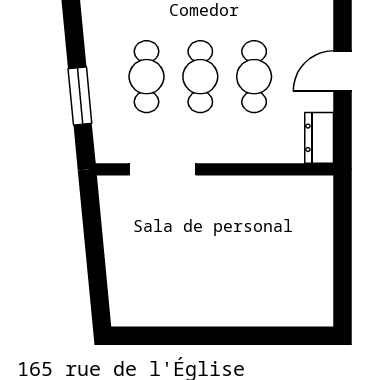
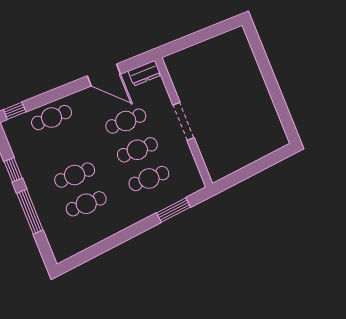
door: (343, 71) -> (104, 75), width x1.38
doorway: (163, 169) -> (183, 121), moved

